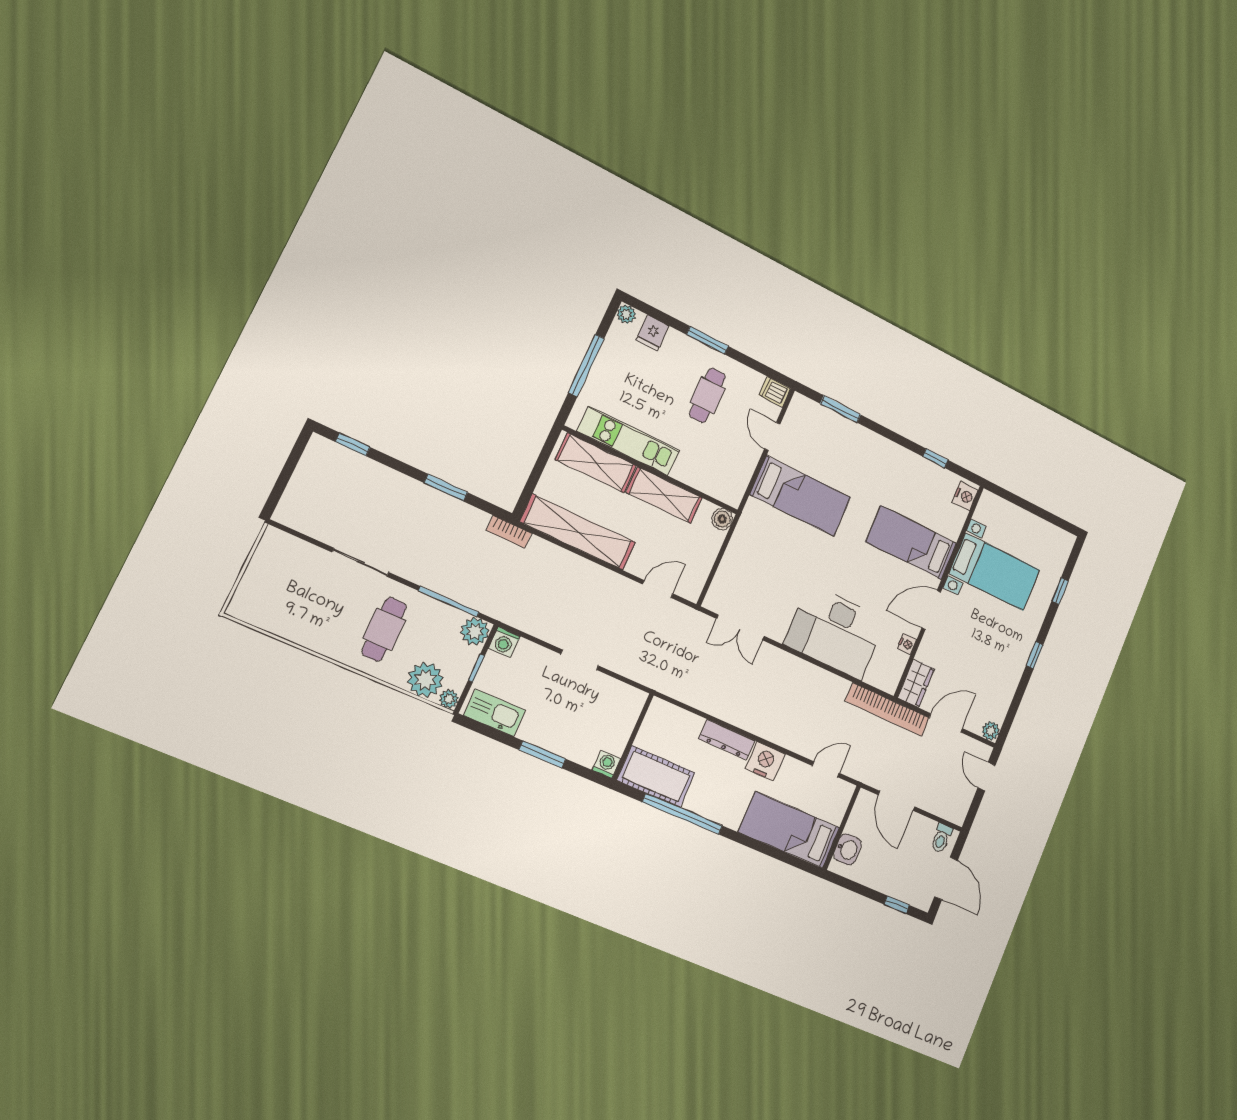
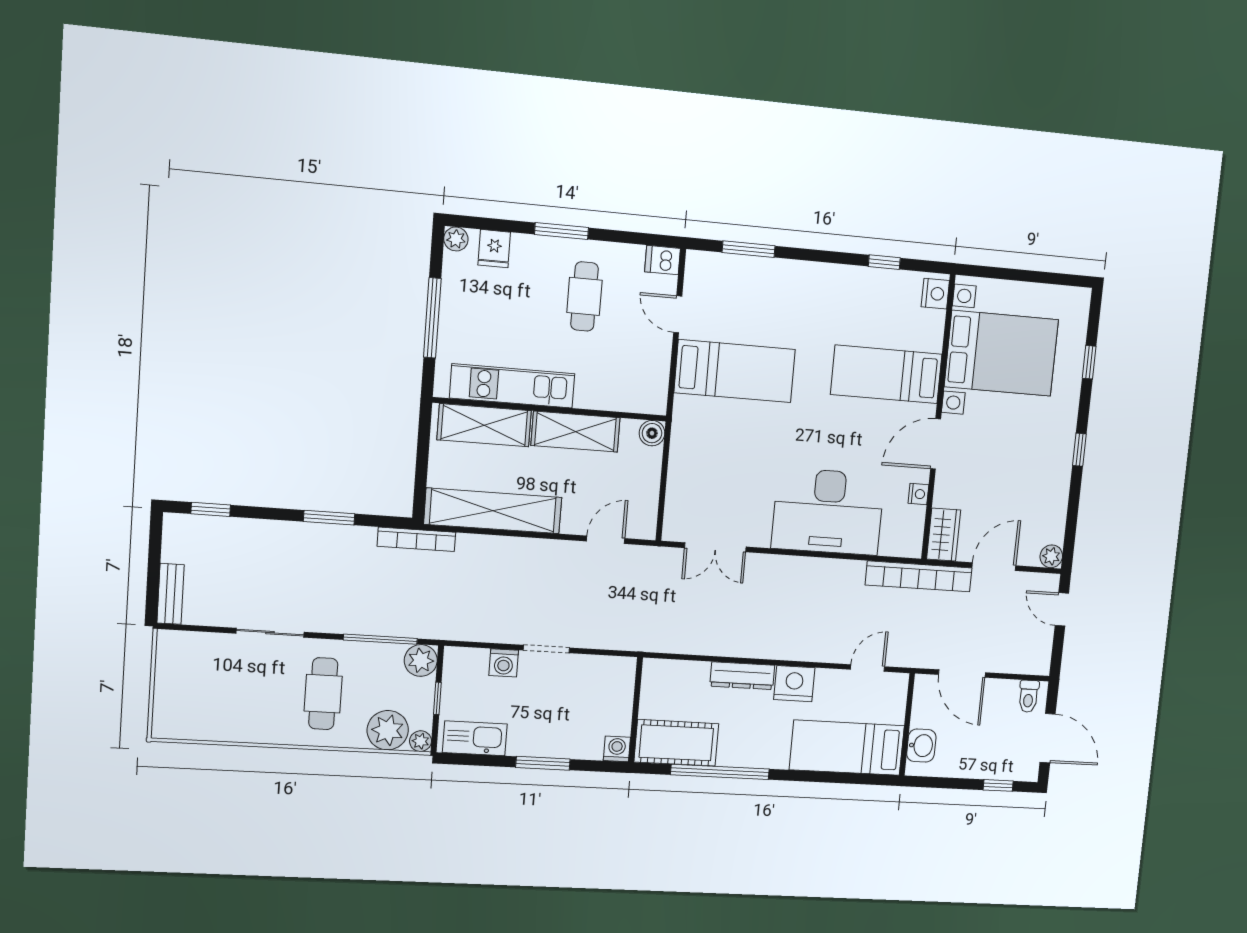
bench: (291, 500) -> (171, 594), added
bookcase: (509, 532) -> (416, 539), width x1.56
bed with nightstands: (994, 572) -> (1001, 353), width x1.36
washing machine: (504, 642) -> (504, 663), moved

